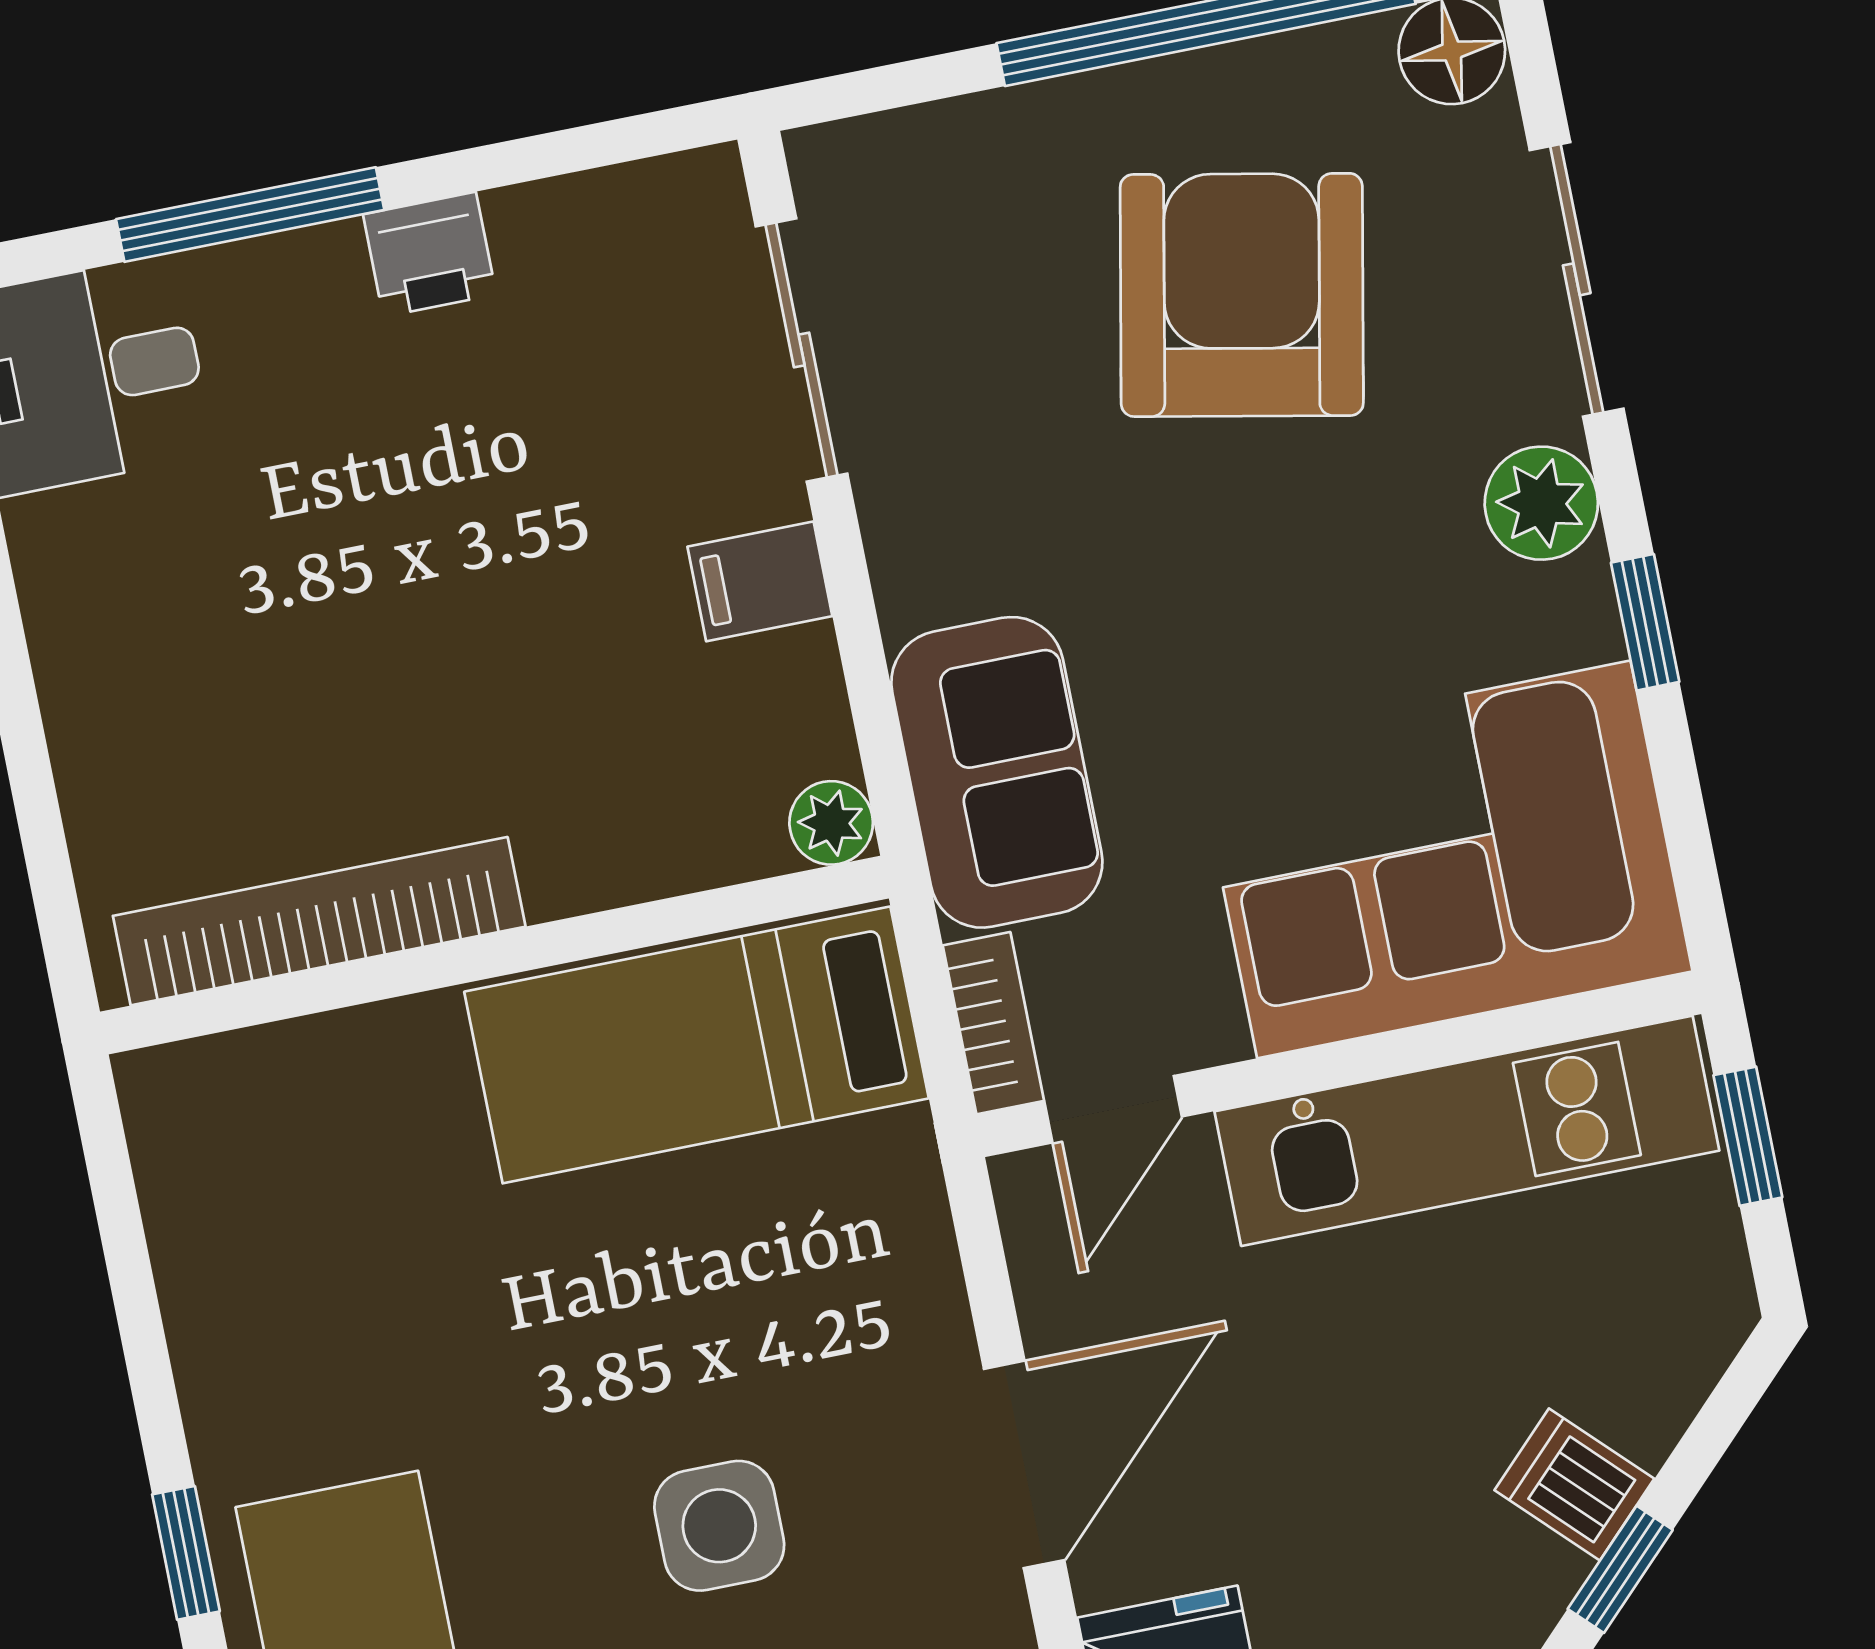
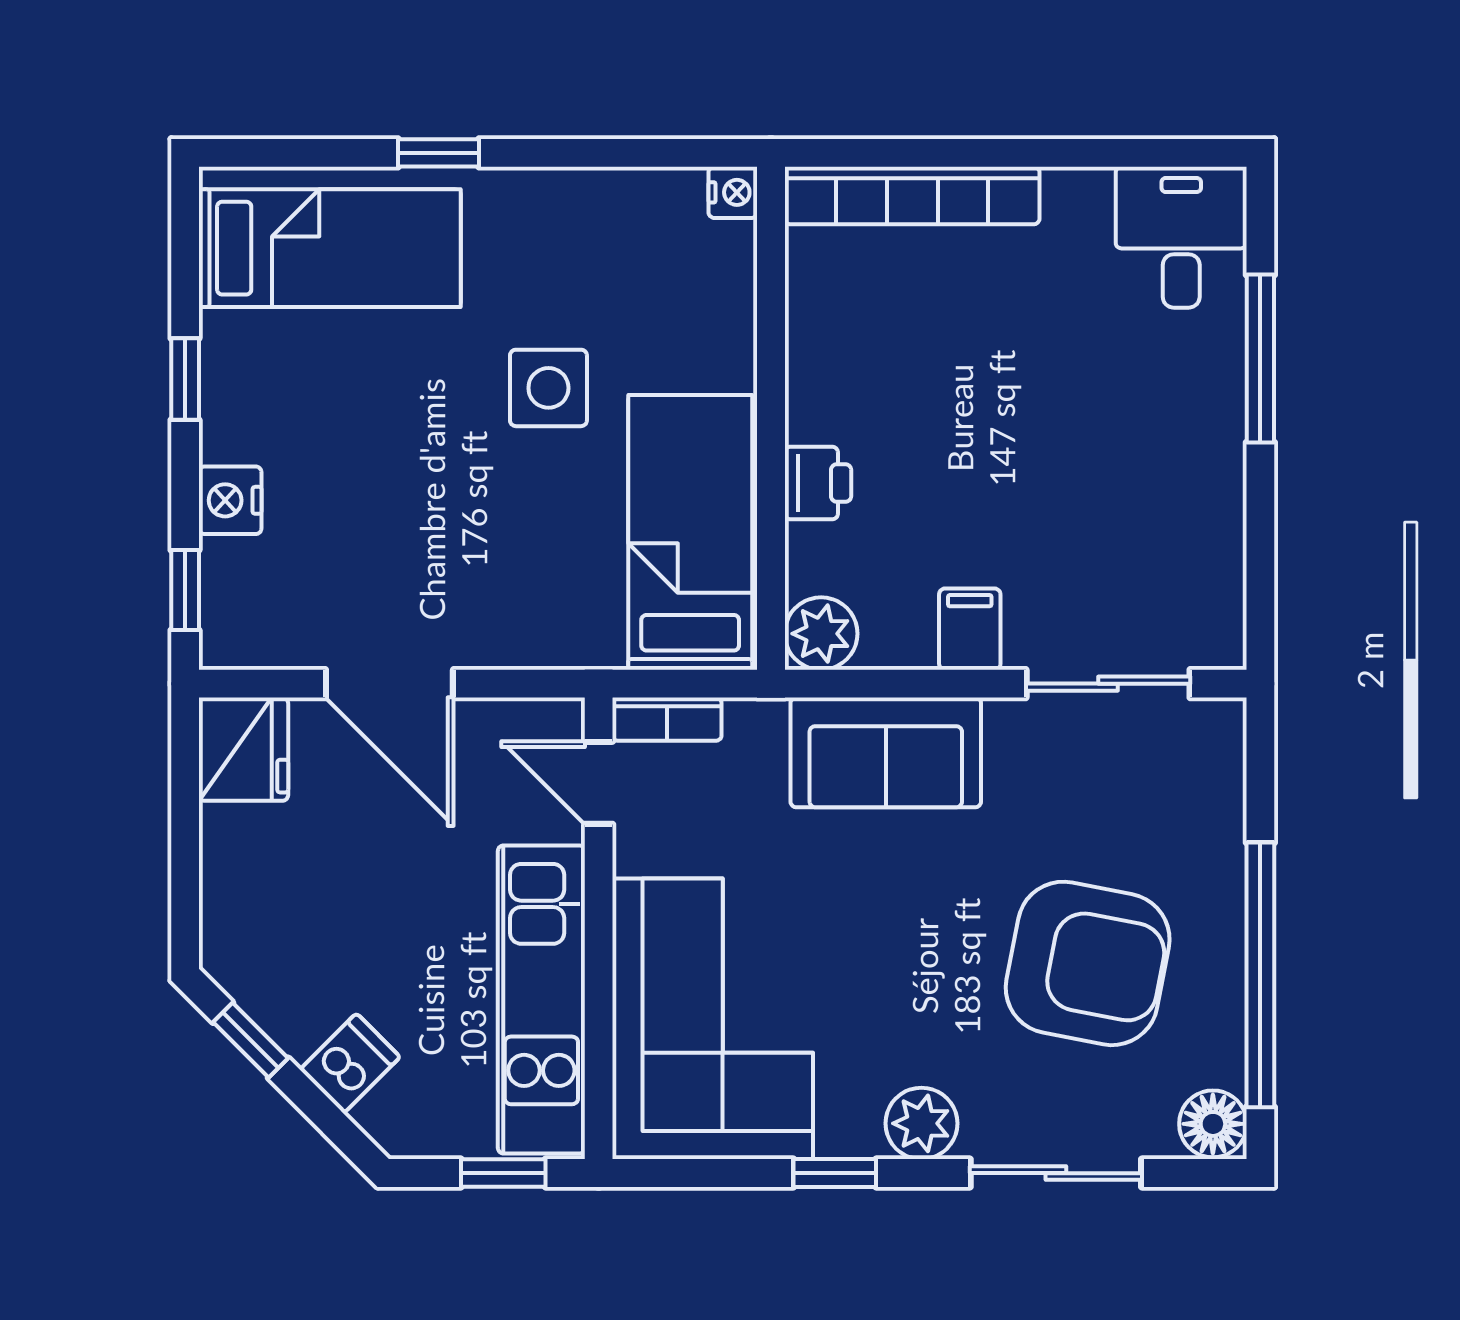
printer: (430, 254) -> (818, 483), moved, turned 180
sofa: (997, 772) -> (886, 752), moved
plant: (831, 823) -> (821, 634), width x1.38, depth x1.38
bookcase: (319, 921) -> (912, 196), moved, turned 90
nightstand: (156, 1084) -> (733, 192), added
dishwasher: (1574, 1484) -> (350, 1063), moved
side table: (719, 1526) -> (548, 388), moved

